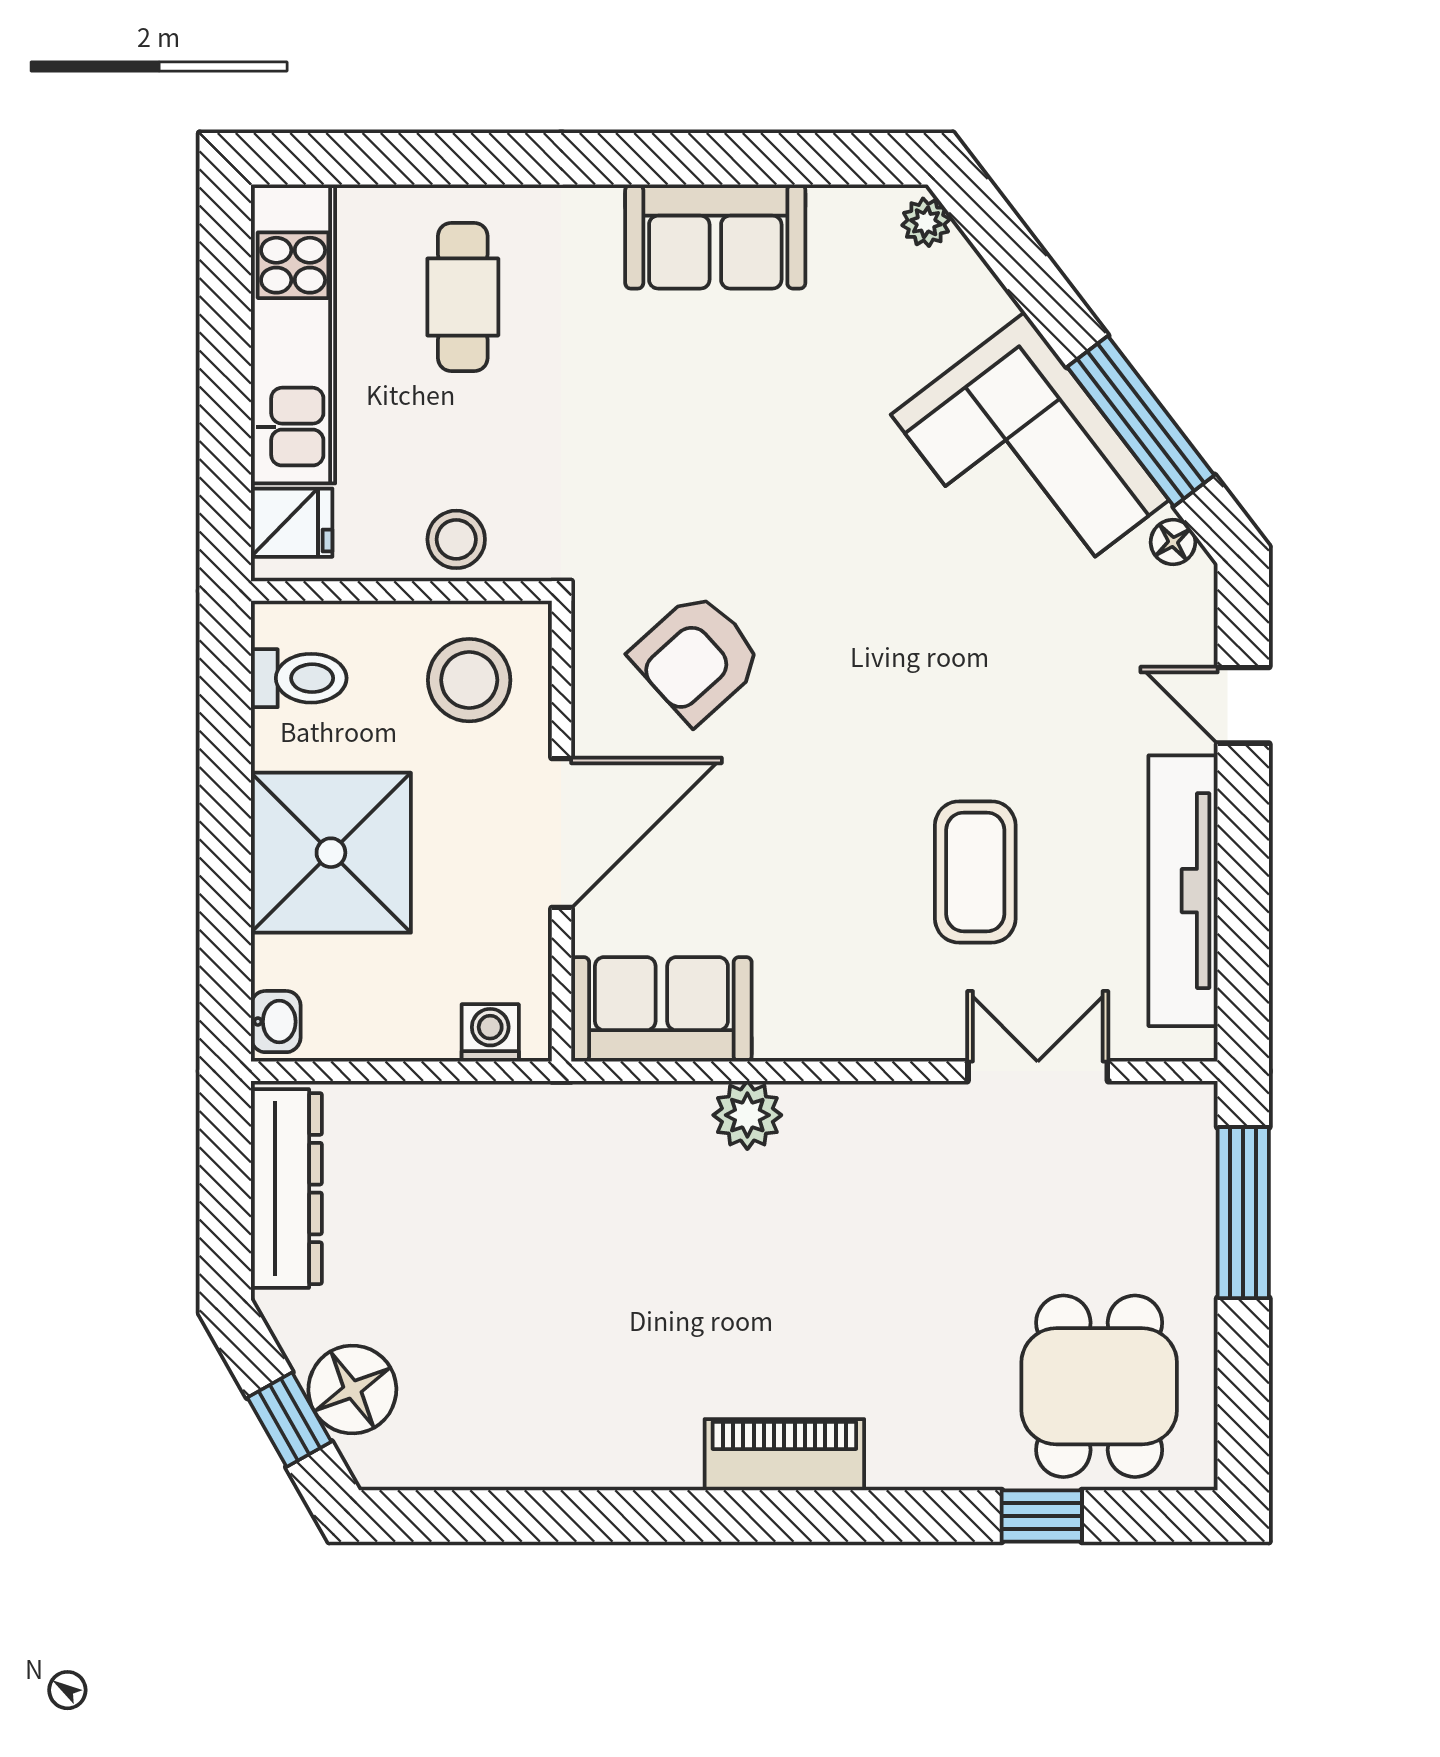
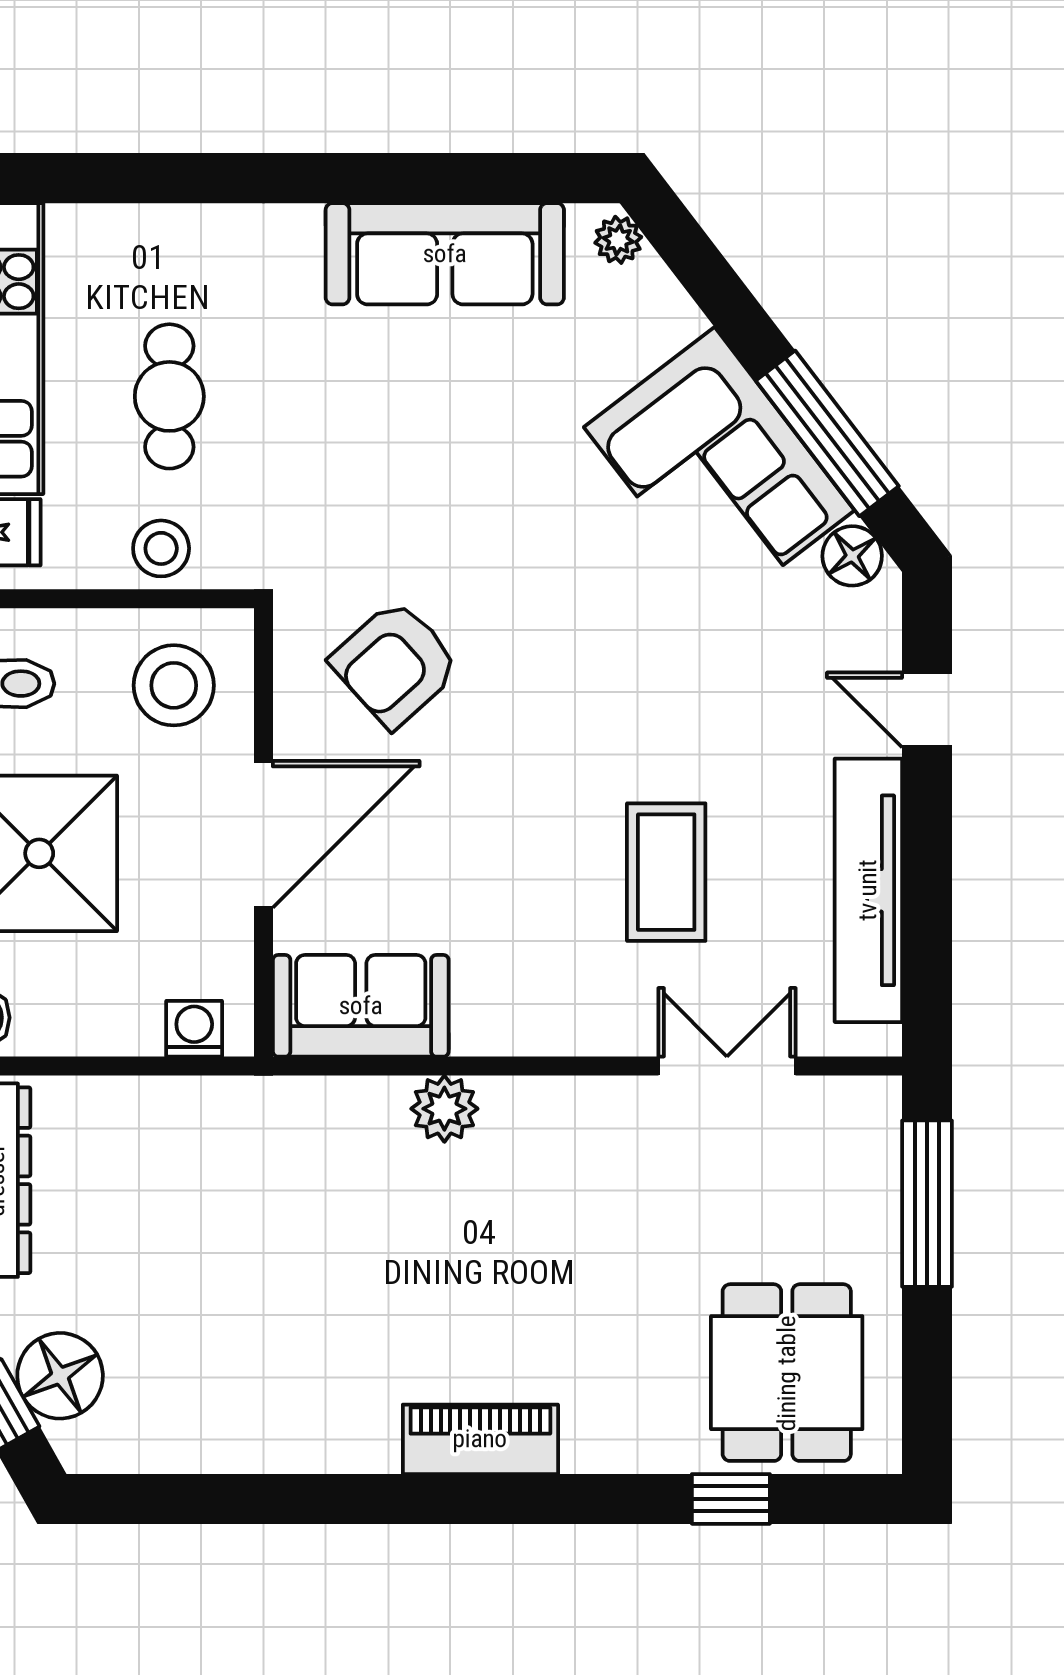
sofa: (715, 237) -> (445, 254), width x1.36
cafe table: (463, 297) -> (169, 396), moved
floor lamp: (1173, 542) -> (852, 556), width x1.37, depth x1.37

